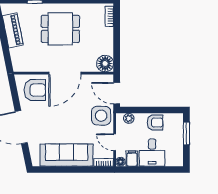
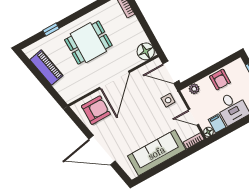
side table: (101, 116) -> (168, 100), width x0.54, depth x0.54
armchair: (155, 123) -> (220, 80), turned 90

